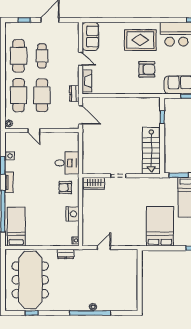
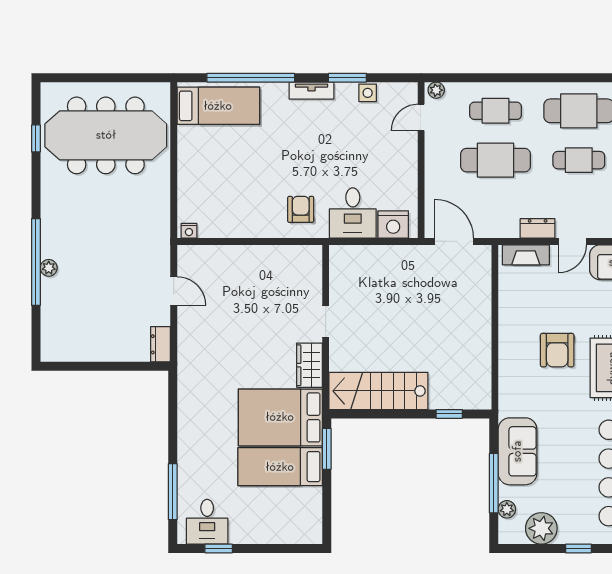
armchair: (147, 69) -> (557, 350), moved
dresser: (74, 94) -> (538, 228), moved
cafe table: (19, 95) -> (496, 111), width x0.73, depth x0.74
door: (80, 115) -> (454, 241), swing flipped
door: (34, 131) -> (421, 117), moved
wardrobe: (94, 183) -> (310, 365), moved
nightstand: (72, 214) -> (393, 225), moved
bed: (160, 226) -> (280, 417), moved, turned 180
dresser: (66, 254) -> (161, 344), moved

